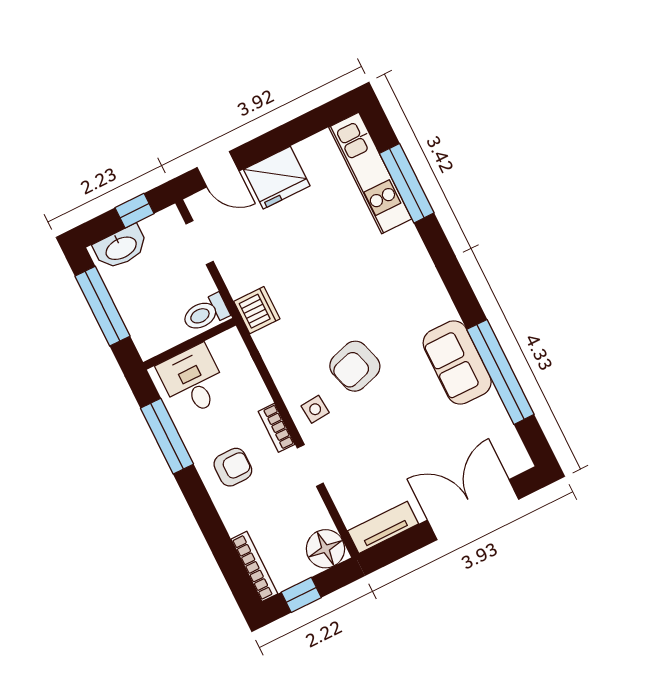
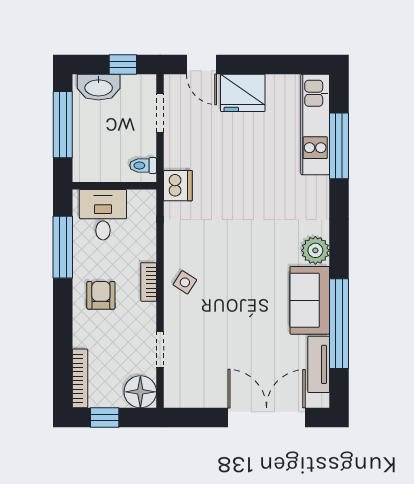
plant: (437, 307) -> (315, 250), added
toilet: (205, 313) -> (143, 165), width x0.73, depth x0.72
armchair: (355, 366) -> (231, 265), removed
side table: (315, 409) -> (185, 282), turned 38
doorway: (310, 466) -> (160, 349), moved
armchair: (233, 467) -> (101, 295), turned -90
tv unit: (383, 527) -> (319, 364), moved, turned -90

